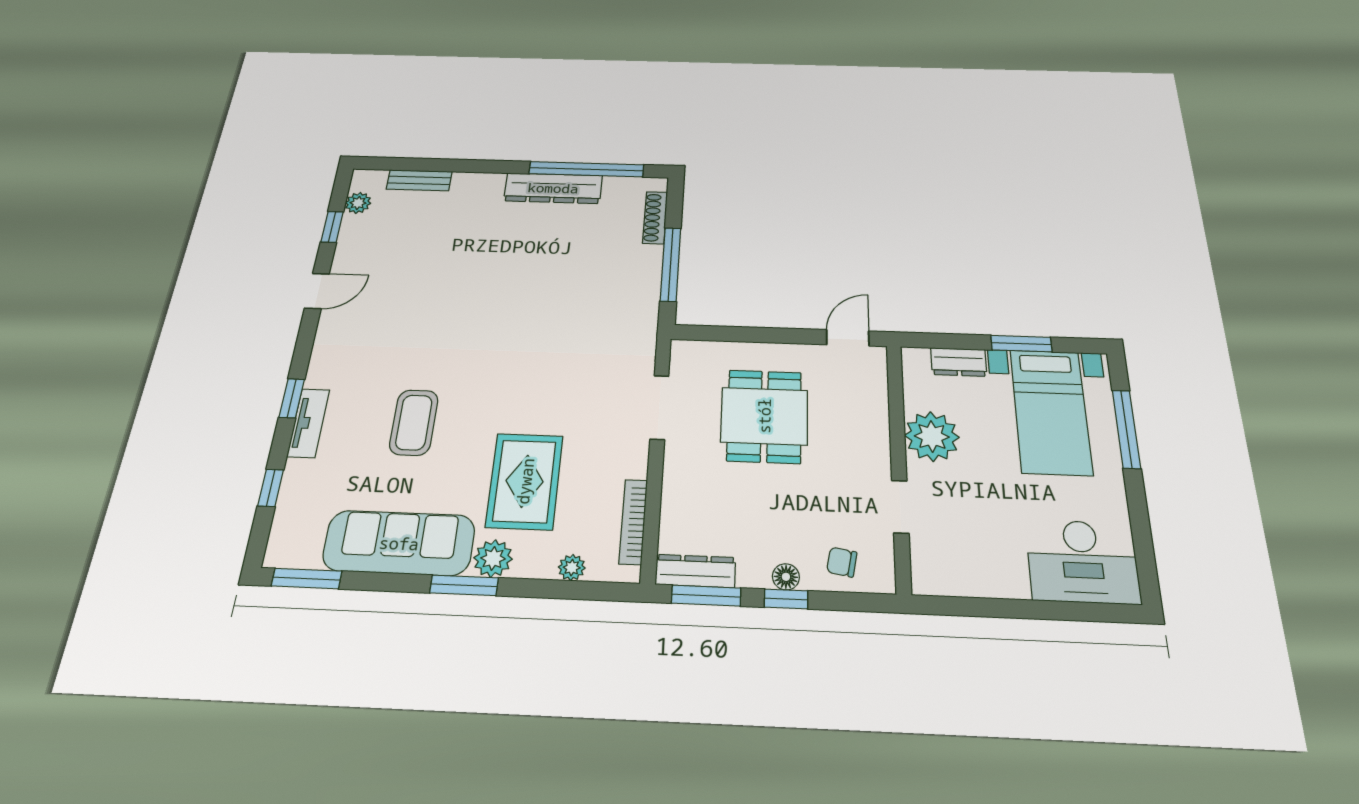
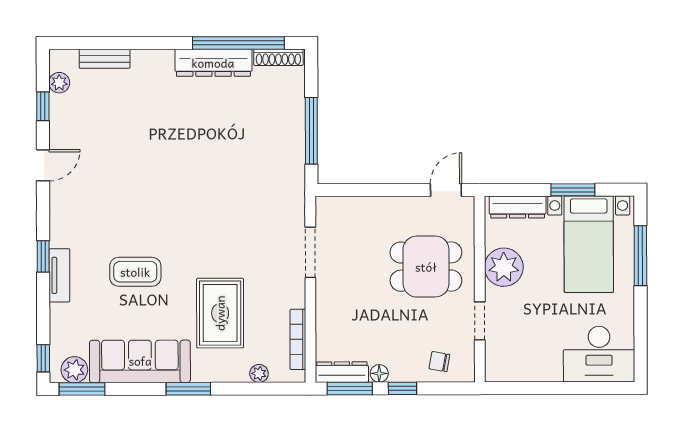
shoe rack: (655, 218) -> (278, 57), moved, turned -90
dresser: (959, 362) -> (518, 207), width x1.44
dining table: (764, 416) -> (426, 267), moved, turned 90
coffee table: (414, 422) -> (135, 272), turned 90
window: (271, 488) -> (43, 358), moved
plant: (493, 558) -> (74, 370), moved
floor lamp: (786, 577) -> (379, 373), moved

